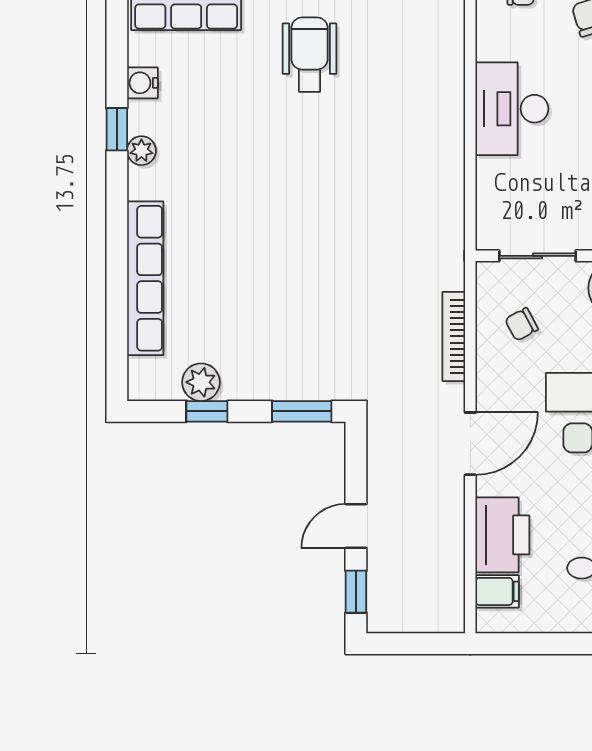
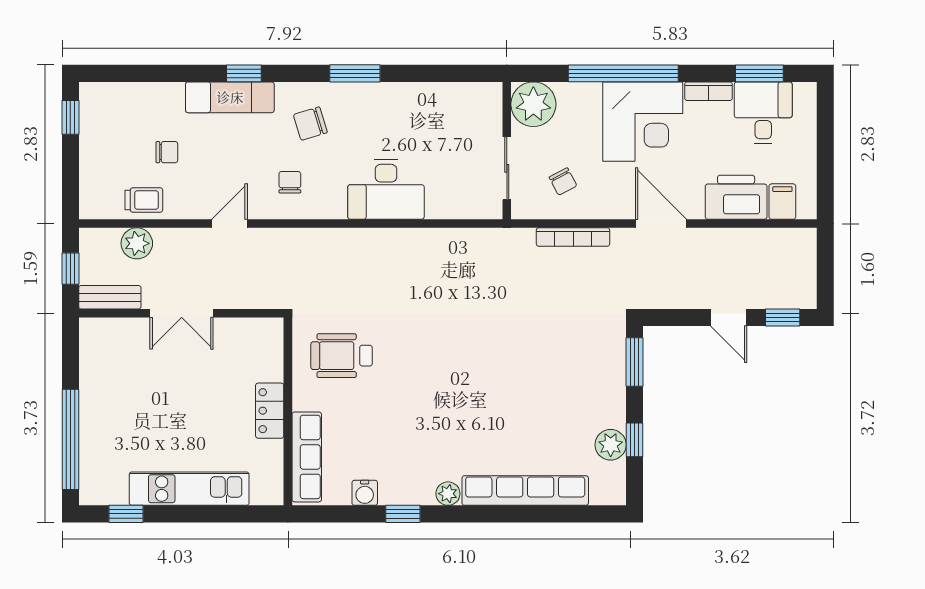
plant: (141, 151) -> (448, 494), moved

